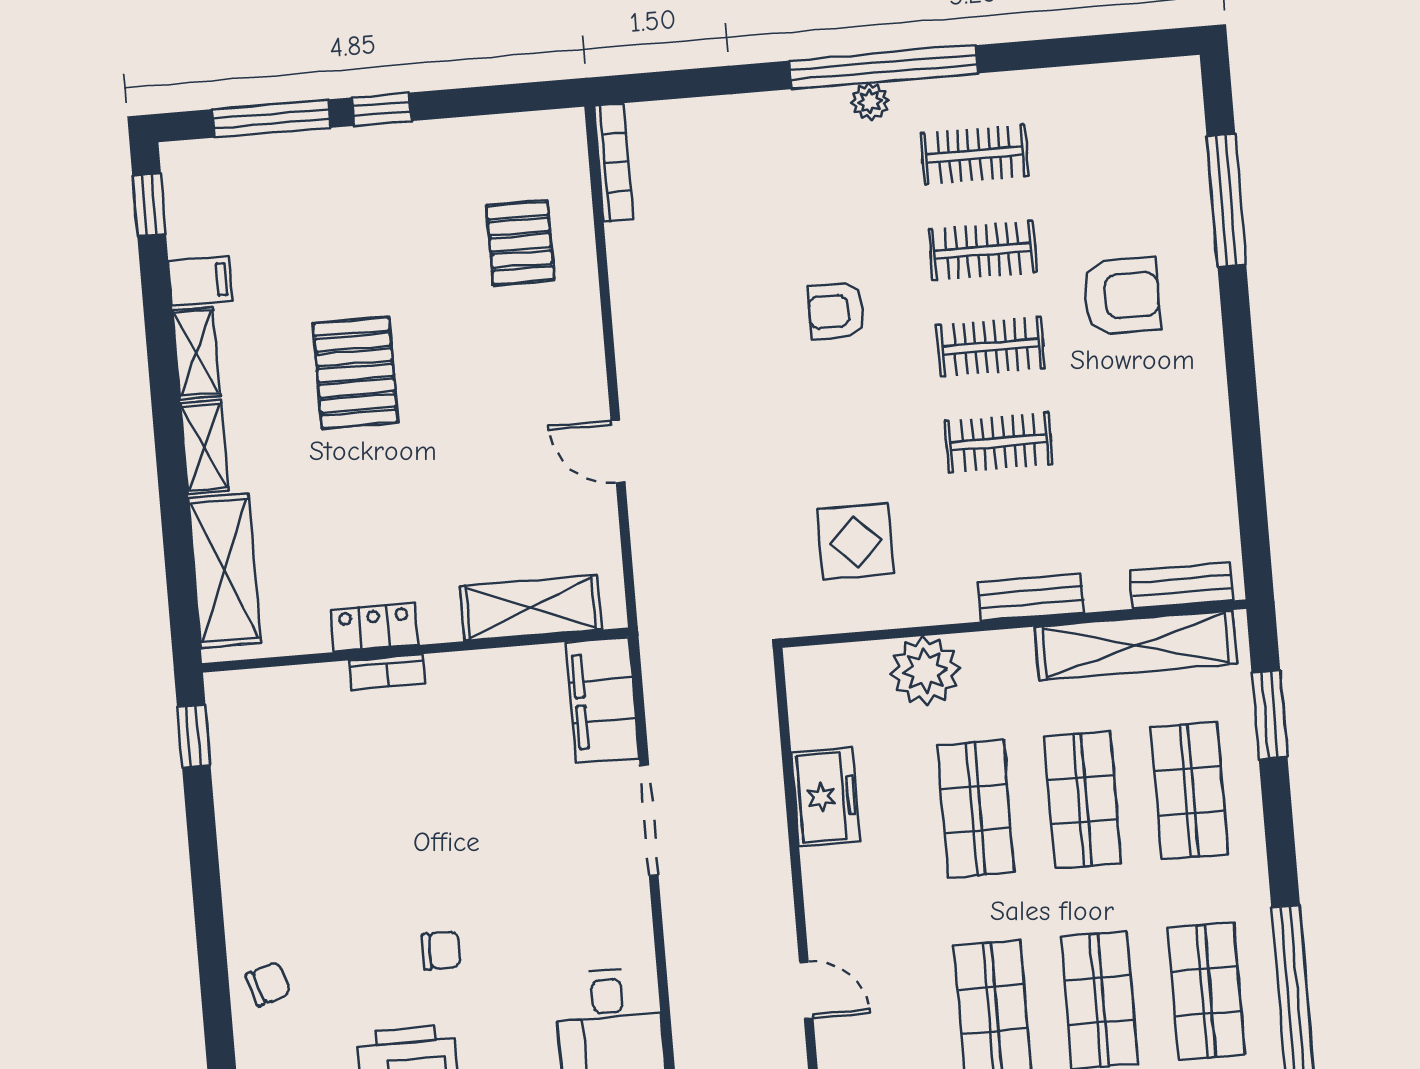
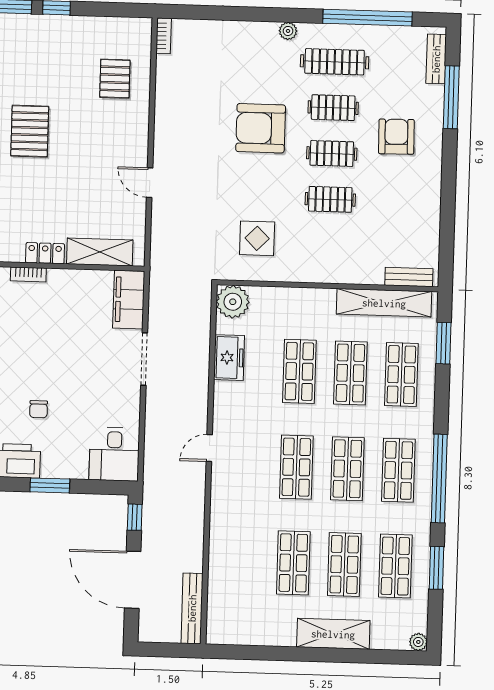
window: (884, 67) -> (367, 18), moved
clothes rail: (975, 155) -> (335, 62), width x1.36
bookcase: (614, 163) -> (164, 36), width x0.64
armchair: (1121, 296) -> (396, 137), turned -91
armchair: (836, 311) -> (261, 128), width x1.88, depth x1.88
bench: (1031, 597) -> (436, 59), moved, turned 90
locker: (374, 627) -> (45, 253), moved
plant: (925, 671) -> (233, 302), moved
chair: (441, 951) -> (39, 409), turned 90
door: (806, 990) -> (209, 448), swing flipped

